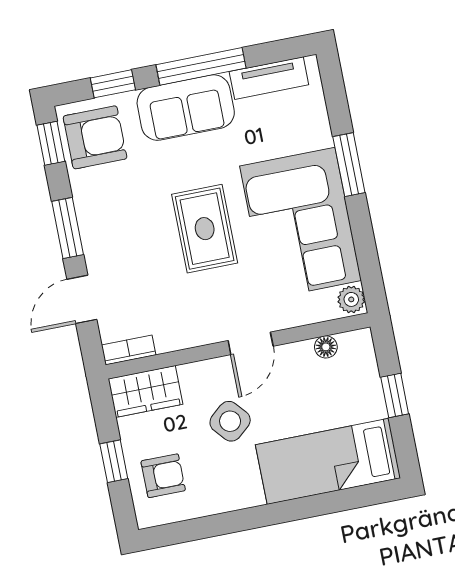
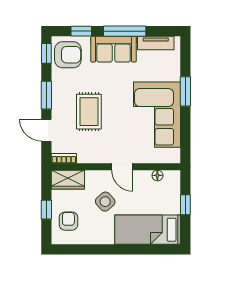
rug: (205, 229) -> (89, 112), moved
door: (82, 299) -> (46, 130), hinge flipped
plant: (351, 299) -> (174, 155), removed
door: (251, 343) -> (122, 167), hinge flipped
armchair: (163, 476) -> (68, 221), turned -90

